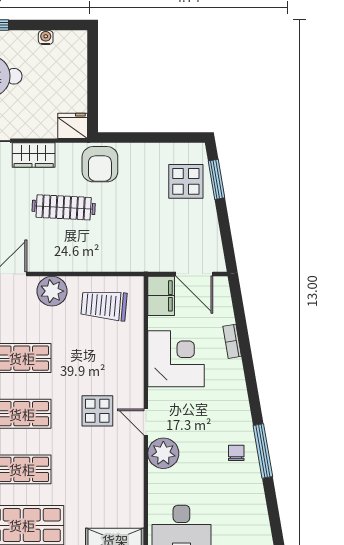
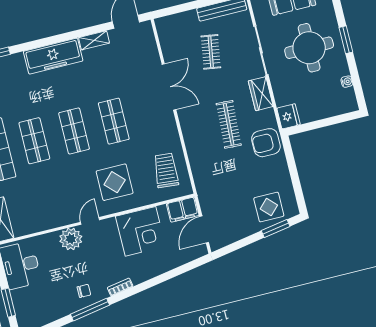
plant: (52, 291) -> (167, 131), removed
bookcase: (232, 341) -> (120, 287), moved
display table: (97, 411) -> (115, 182), moved, width x1.36, depth x1.36

